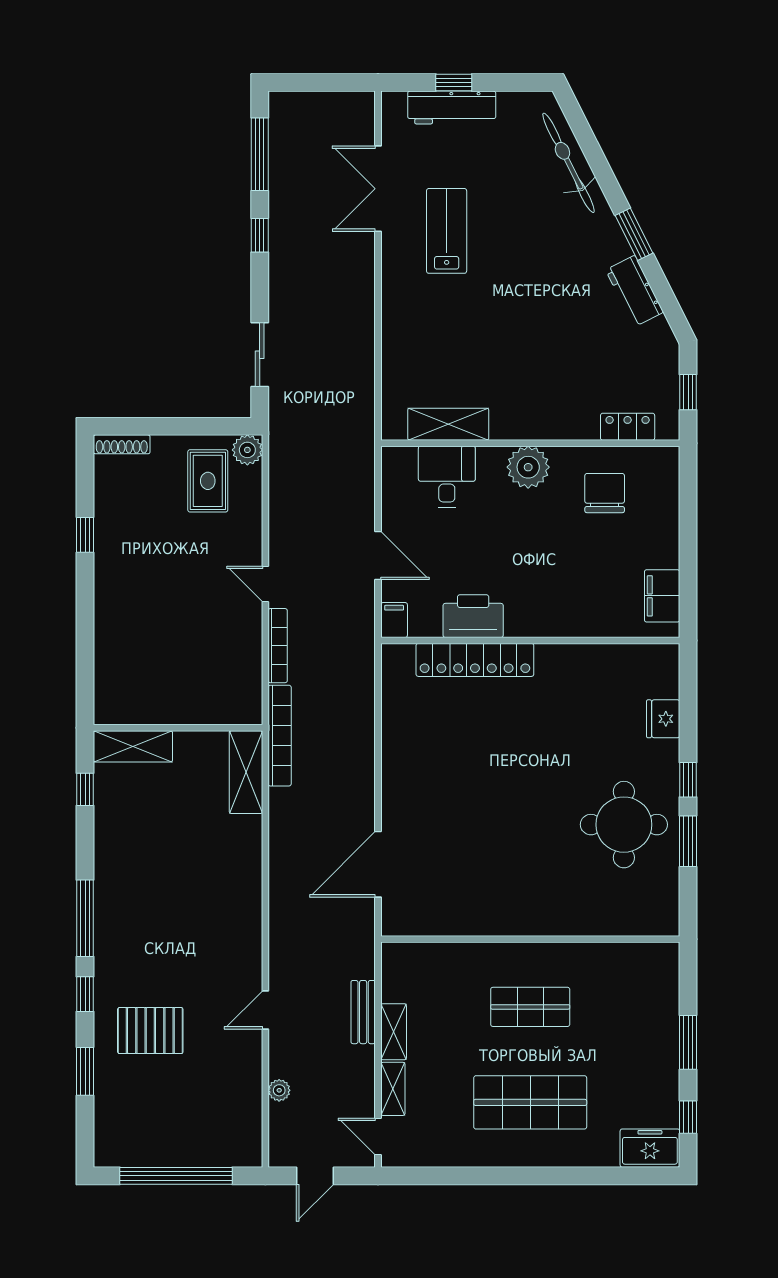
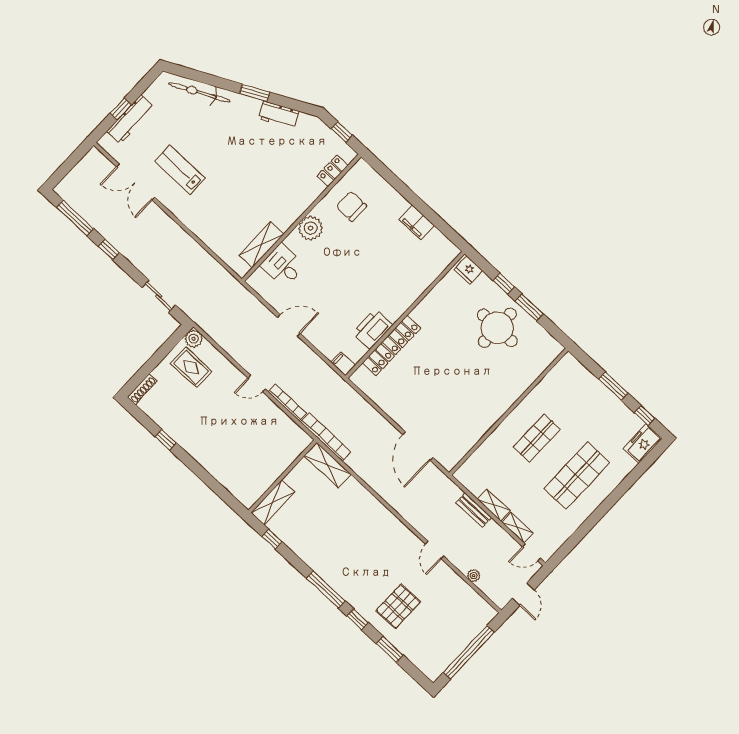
printer: (473, 616) -> (373, 329), moved
filing cabinet: (394, 620) -> (343, 364), moved
wall: (530, 640) -> (405, 315), moved
locker: (475, 660) -> (391, 345), moved

